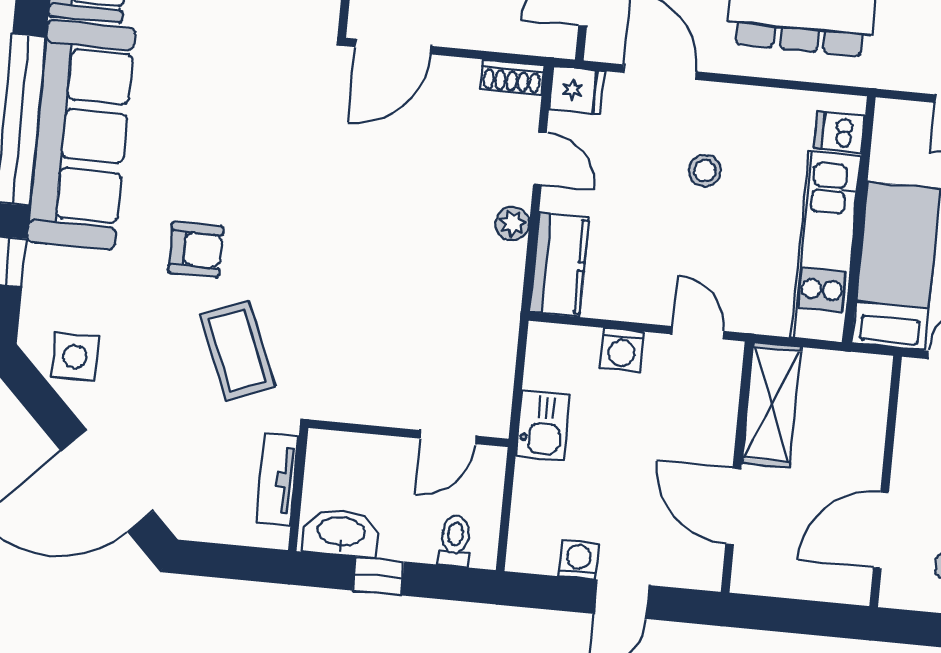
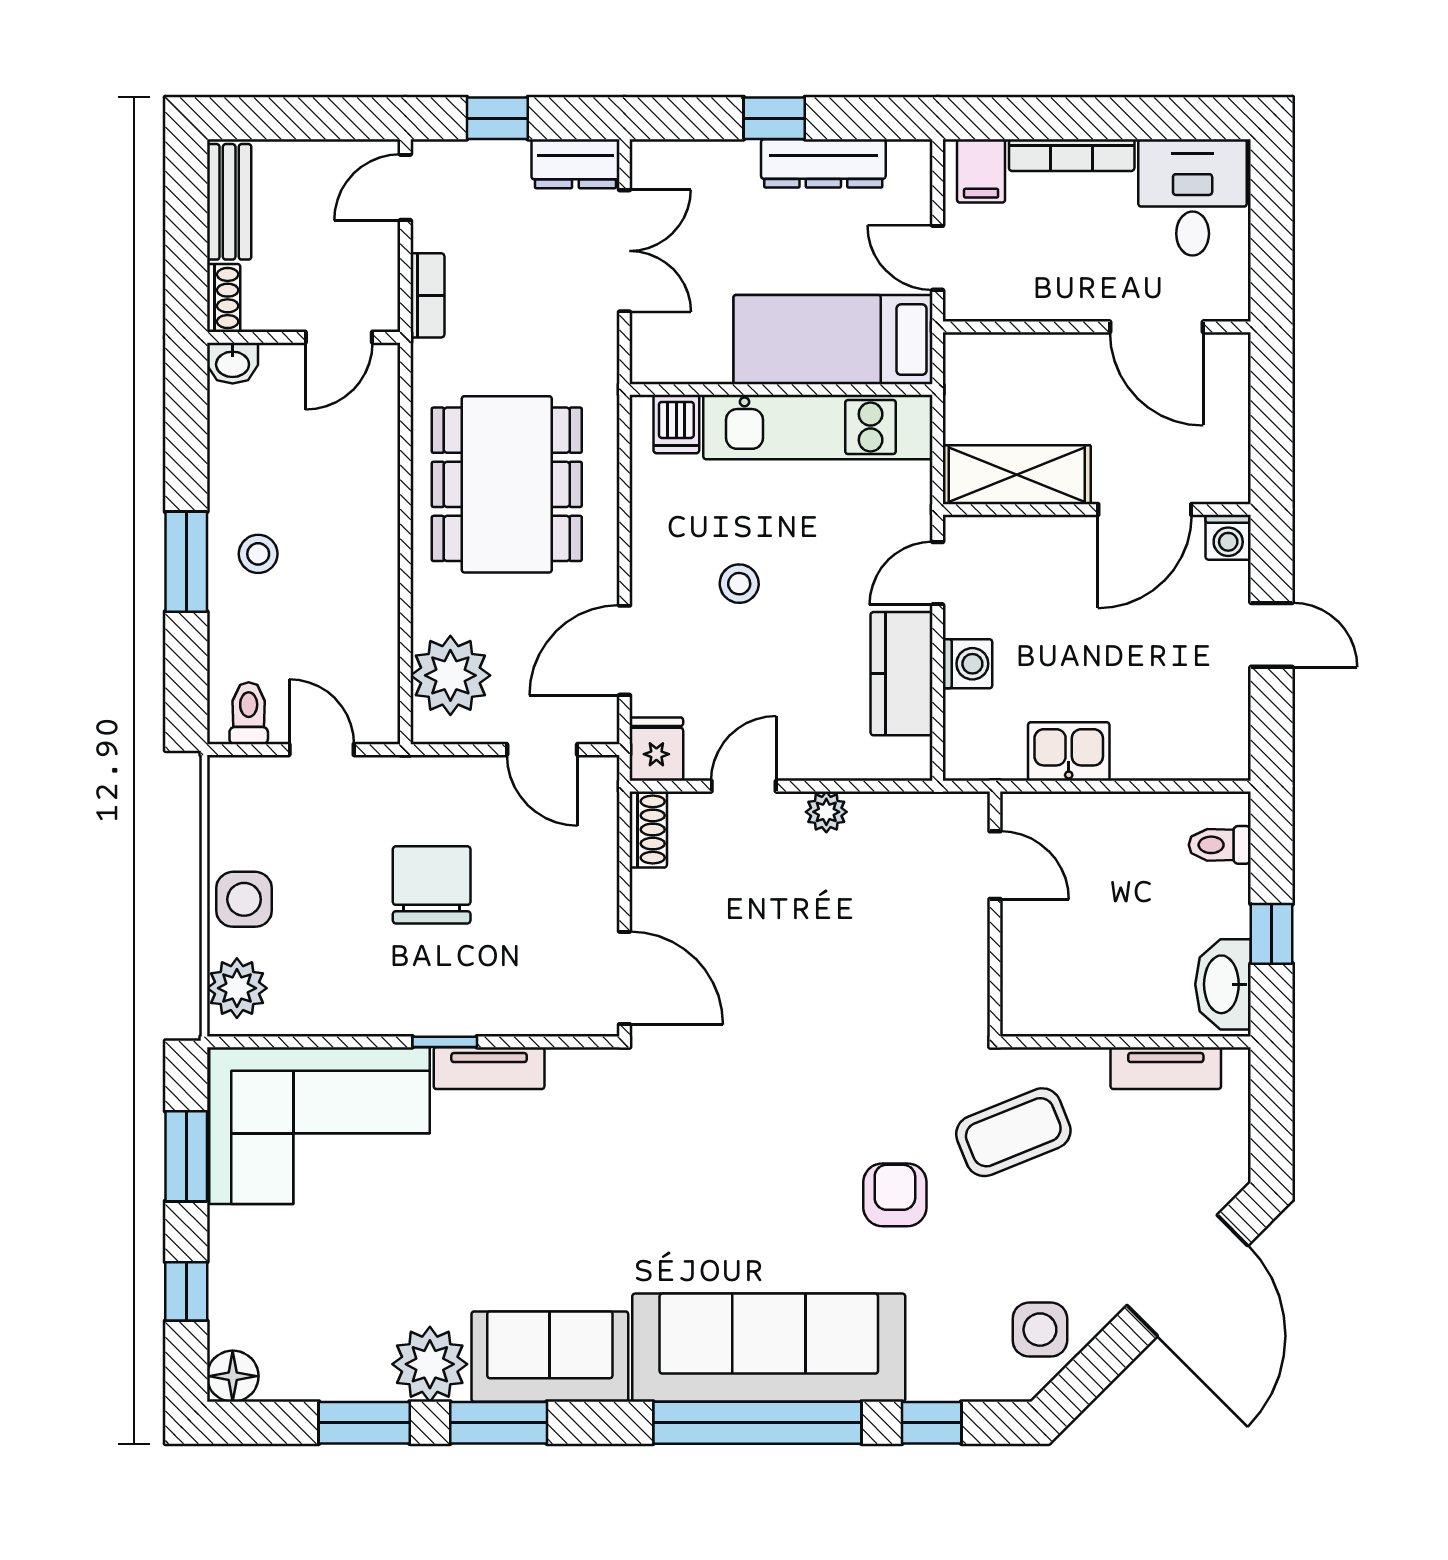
kitchen counter: (559, 264) -> (902, 674), moved, turned -90
wall: (408, 433) -> (995, 914), moved
door: (448, 437) -> (995, 865), moved
washing machine: (579, 560) -> (1228, 537), moved, turned -90

